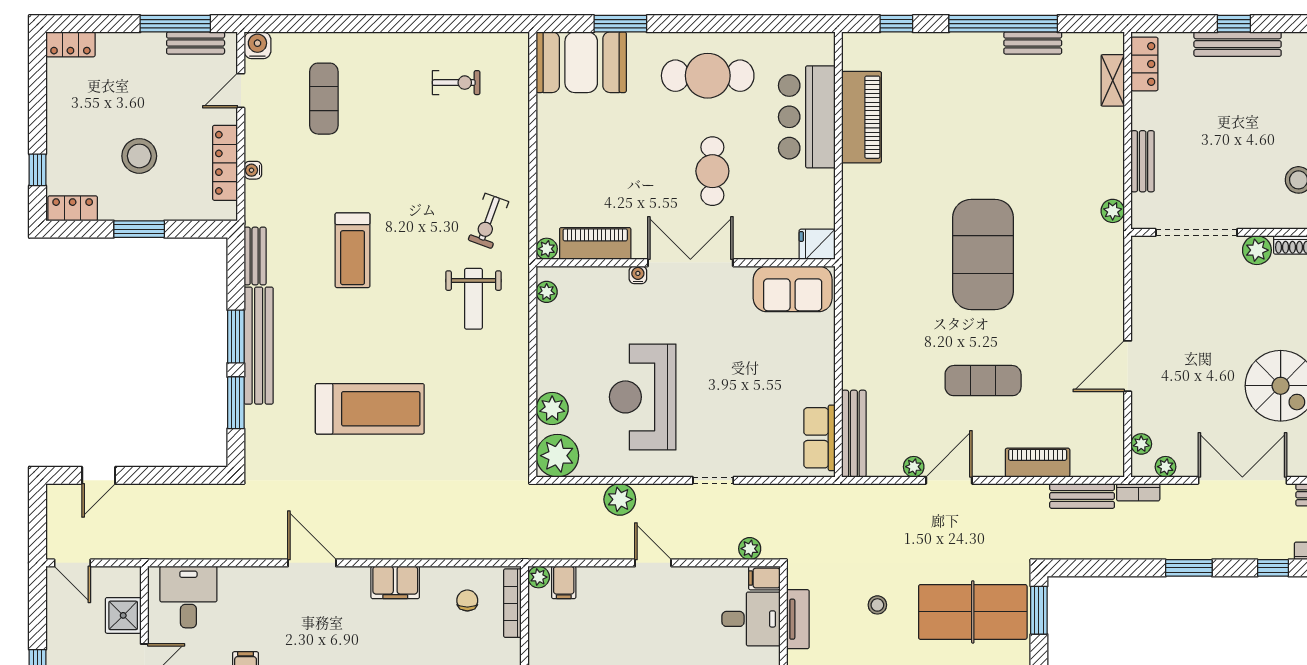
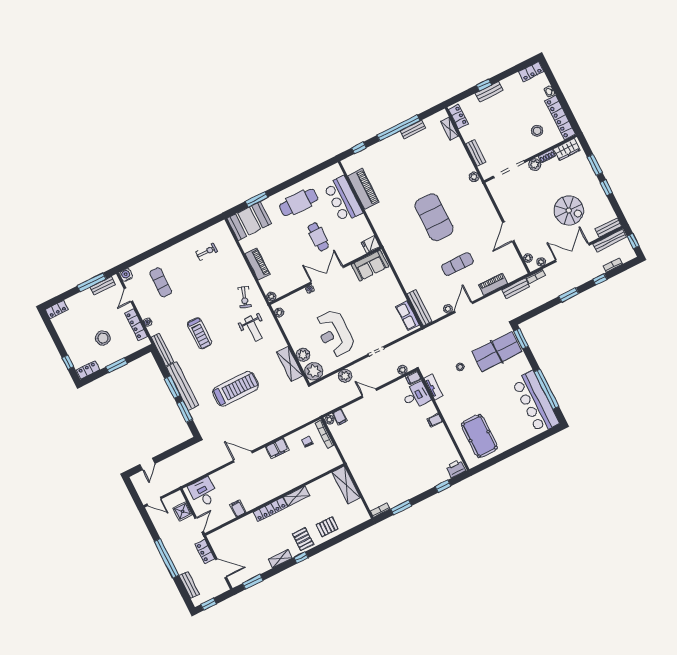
bench: (1238, 44) -> (489, 92), width x0.73
piano: (595, 243) -> (257, 264), moved, turned 90
bench: (255, 256) -> (163, 350), width x1.36
shelving: (514, 414) -> (290, 364), added

